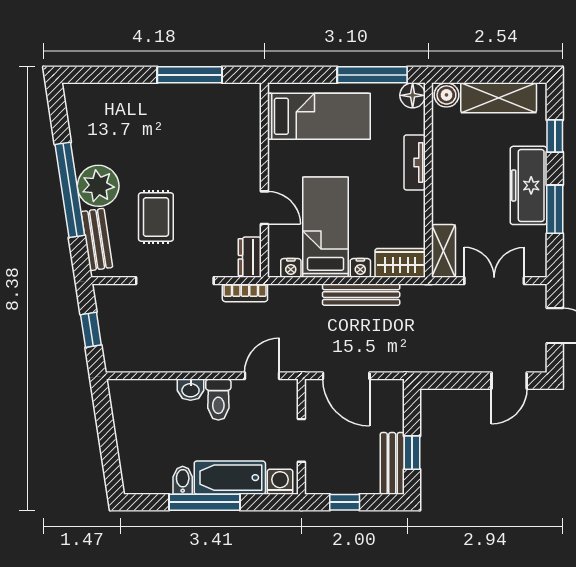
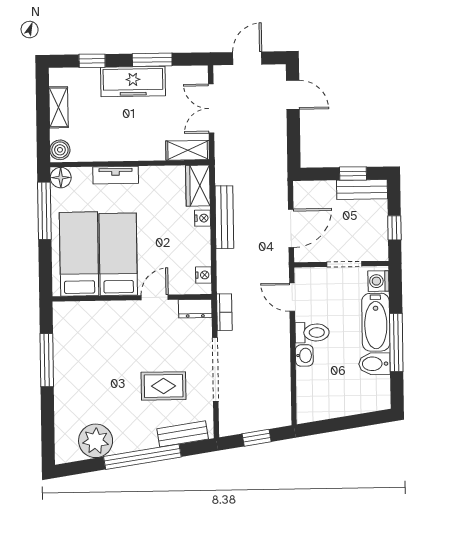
shelving: (499, 98) -> (59, 107), width x0.67, depth x0.75
plant: (98, 186) -> (96, 441), moved
bed: (326, 227) -> (118, 254), moved, turned 90
bidet: (183, 480) -> (374, 364), width x1.38, depth x1.36

